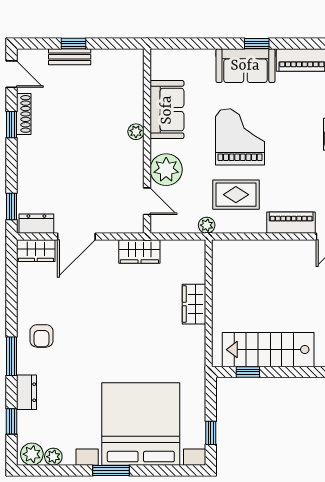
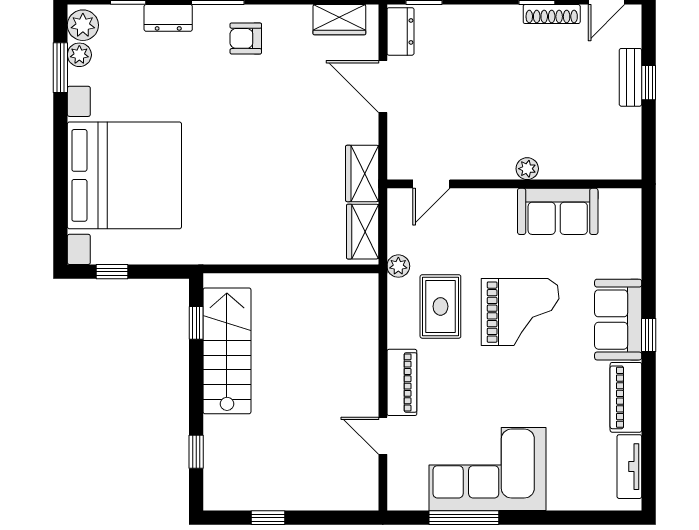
plant: (166, 170) -> (475, 210), removed
wardrobe: (36, 251) -> (339, 20), moved, turned -90
wardrobe: (194, 304) -> (363, 232), moved, turned -90
window: (111, 470) -> (60, 68), moved

